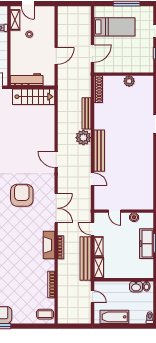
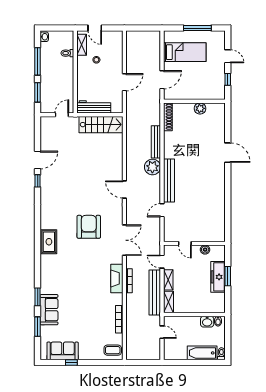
door: (92, 179) -> (162, 210), swing flipped
bathtub: (114, 317) -> (202, 353), moved

